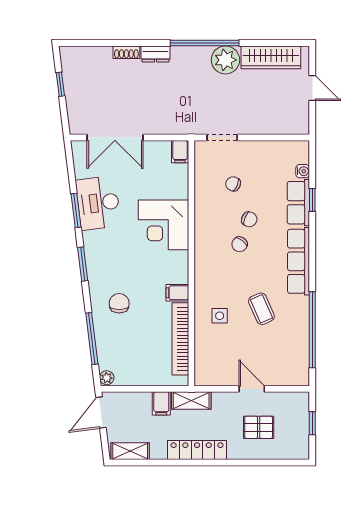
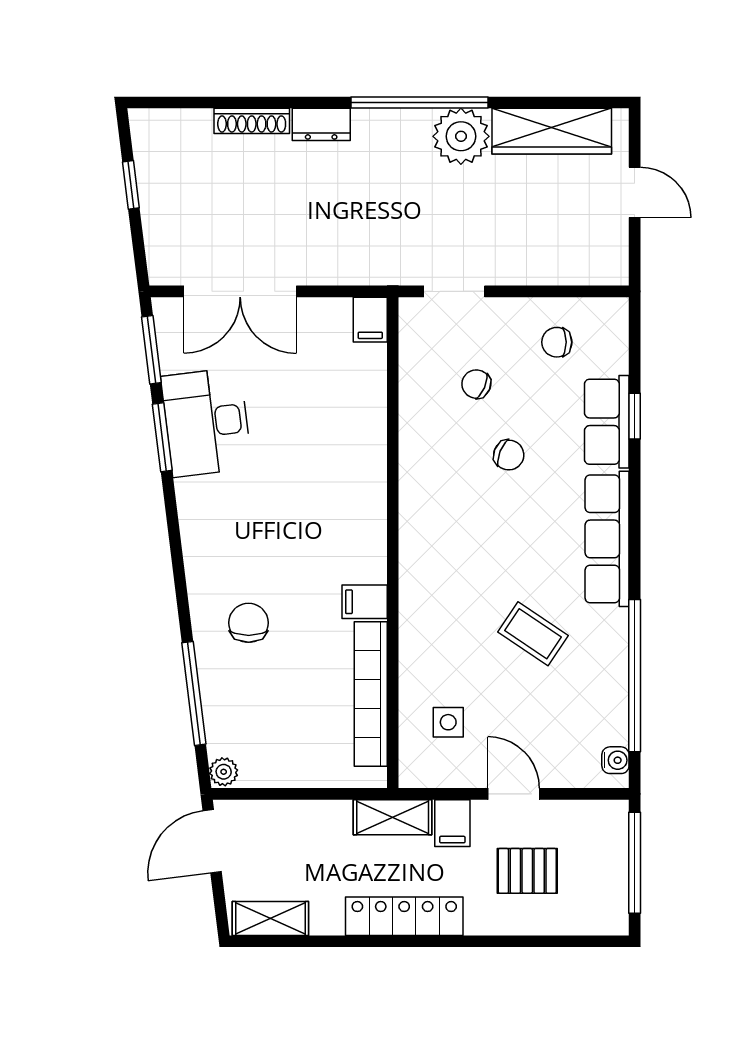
shoe rack: (126, 52) -> (252, 121), width x1.43
water cooler: (303, 171) -> (615, 760), moved
corner desk: (163, 225) -> (337, 466), removed
chair: (240, 244) -> (557, 342), moved, turned 53
window: (83, 264) -> (151, 350), moved
coffee table: (261, 309) -> (533, 634), turned -32
side table: (220, 316) -> (448, 722), moved
filing cabinet: (161, 403) -> (452, 823), moved
window: (312, 423) -> (635, 863), width x2.17

